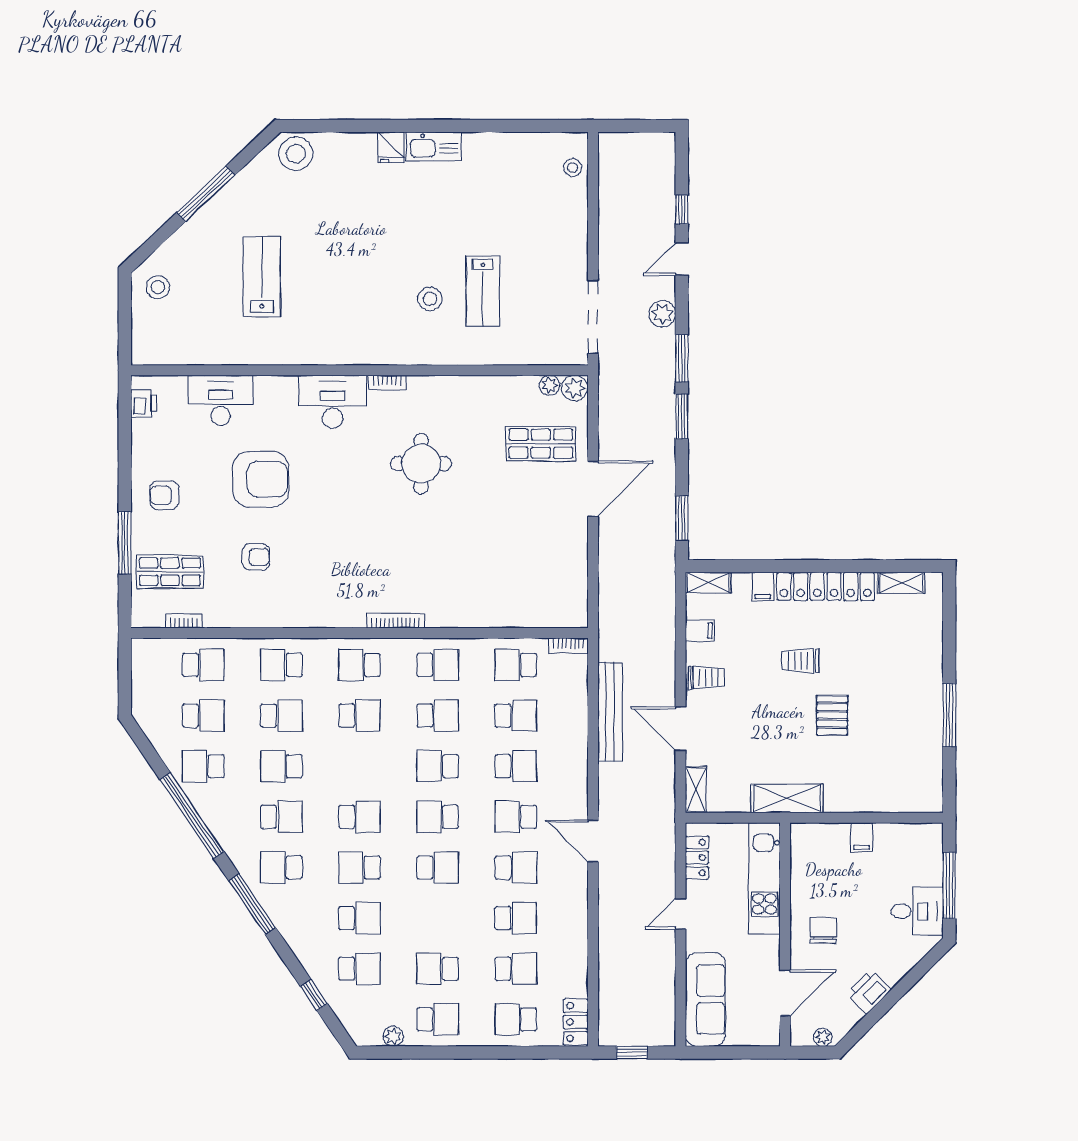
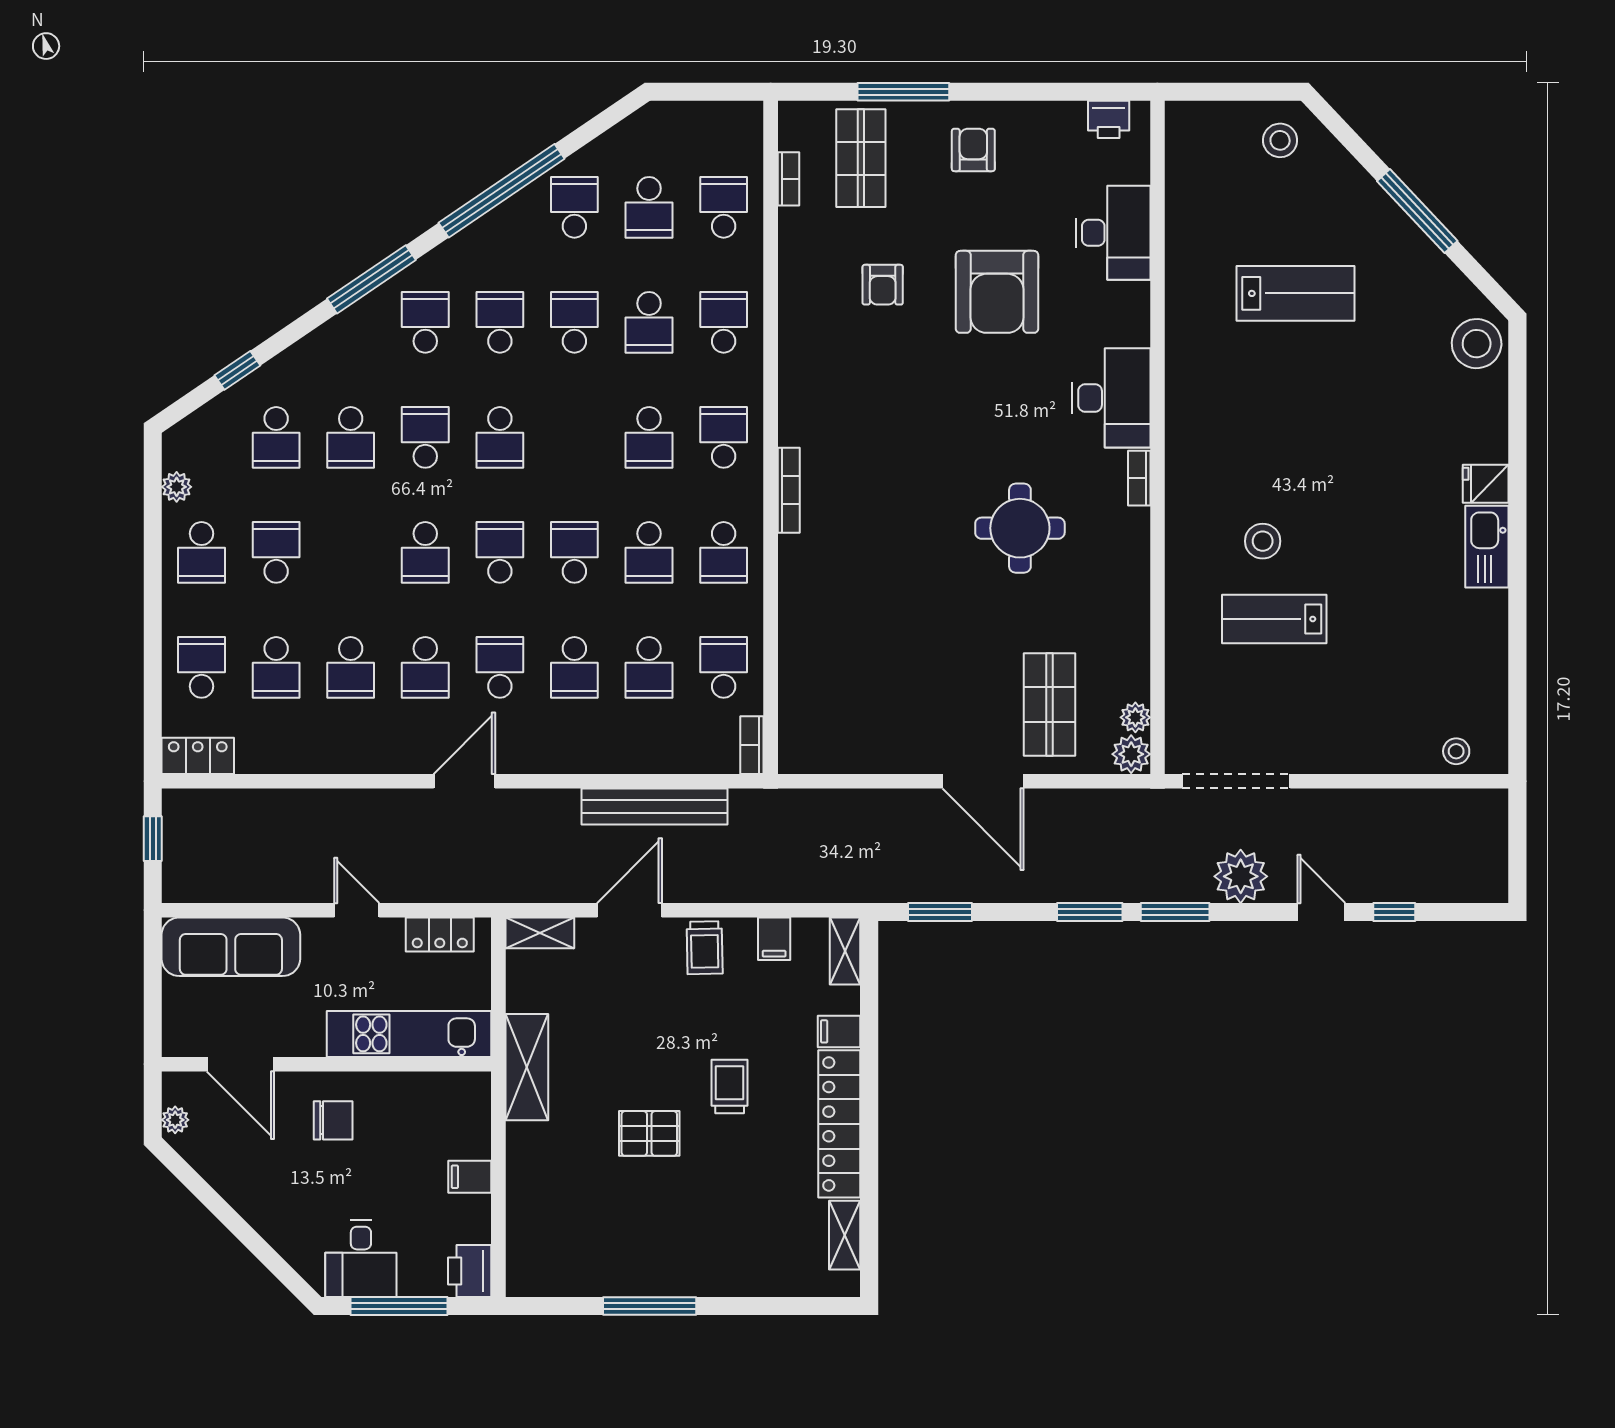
plant: (662, 314) -> (1241, 876), width x1.36, depth x1.36
school desk: (203, 665) -> (724, 207), turned 180
school desk: (281, 817) -> (500, 322), turned 180
printer: (869, 992) -> (470, 1271), moved, turned -135

